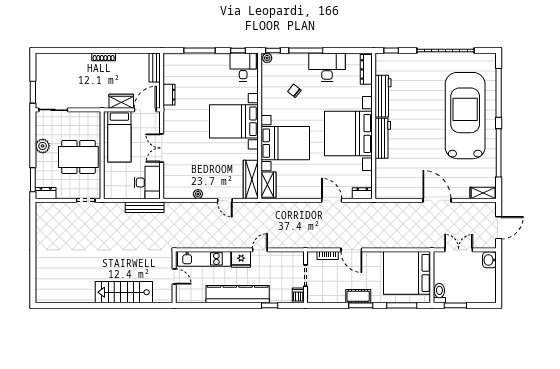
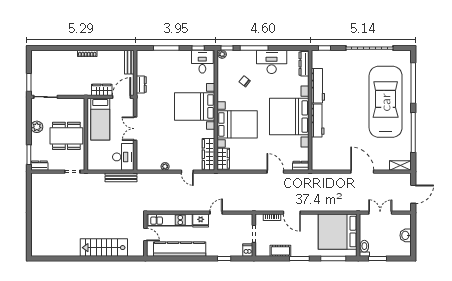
washbasin: (489, 260) -> (406, 235), moved
kitchen counter: (238, 294) -> (180, 249), moved
cot: (358, 296) -> (280, 251), moved

